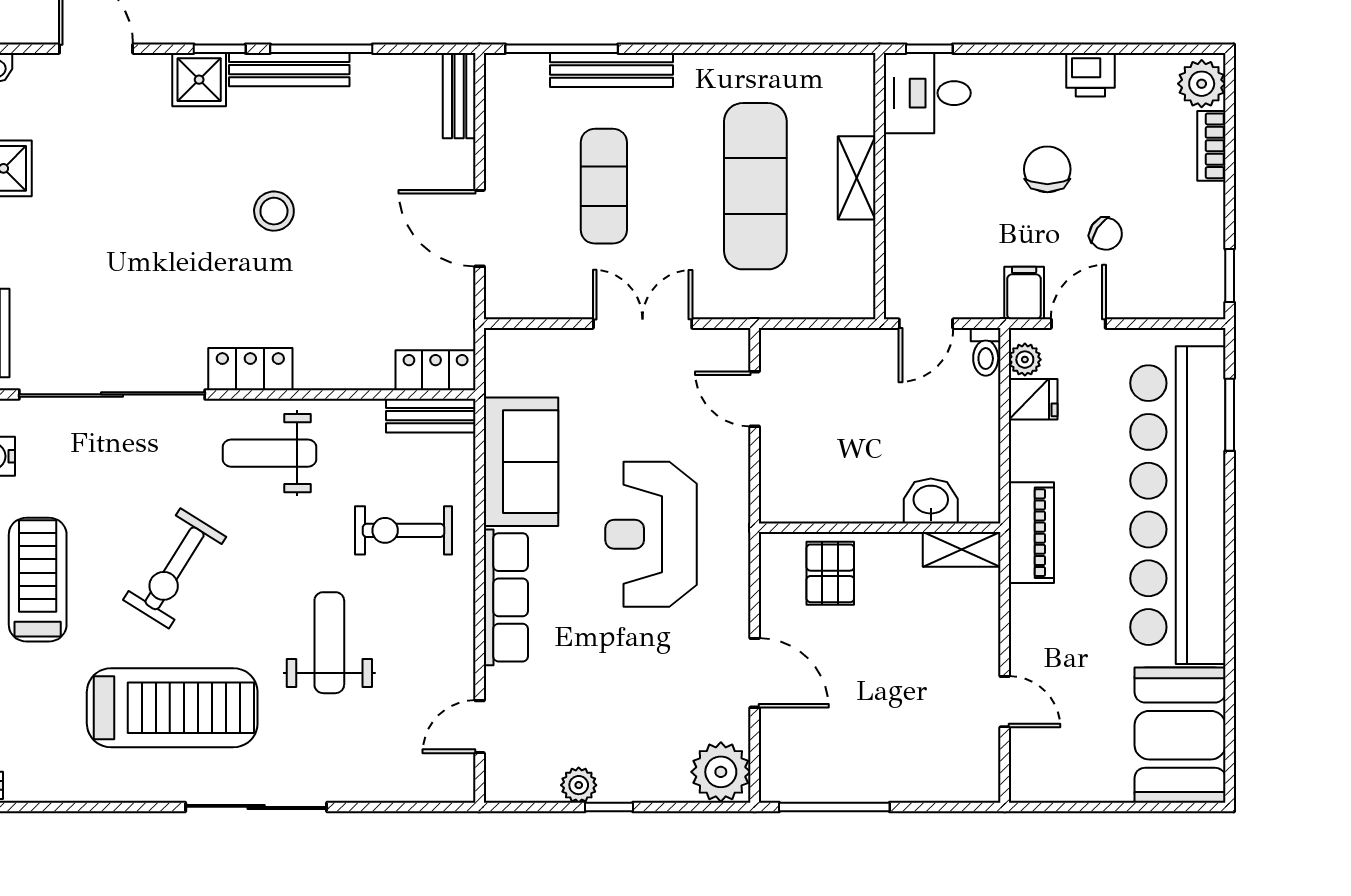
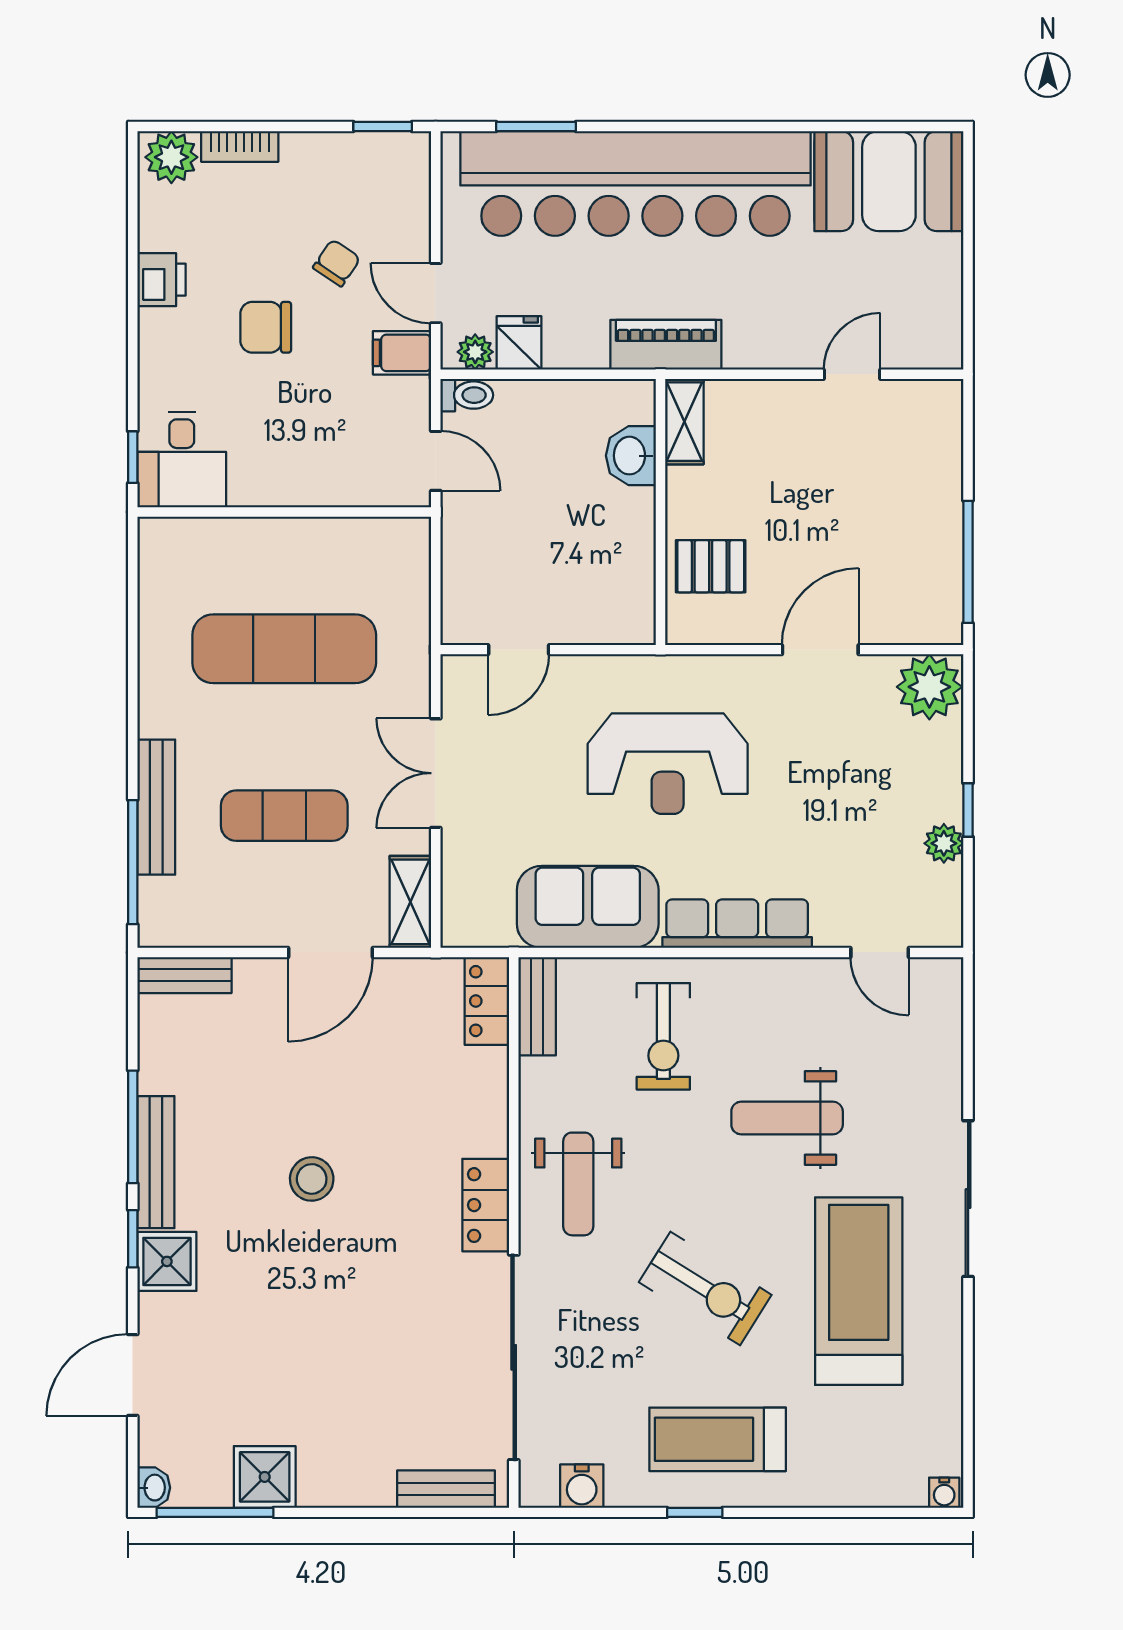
shelving: (857, 178) -> (410, 902), moved, turned 90

